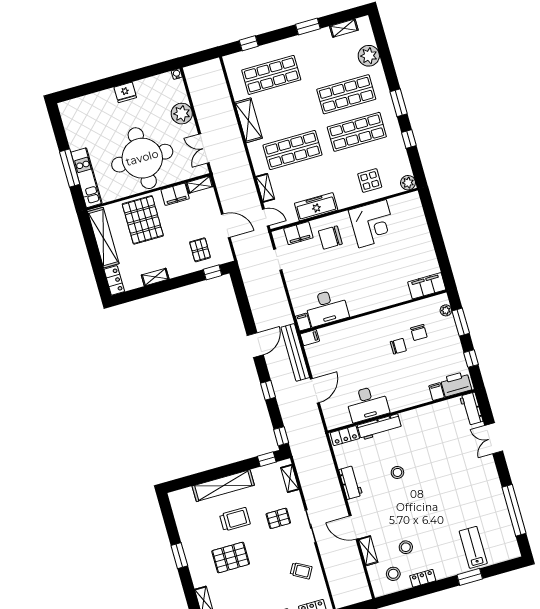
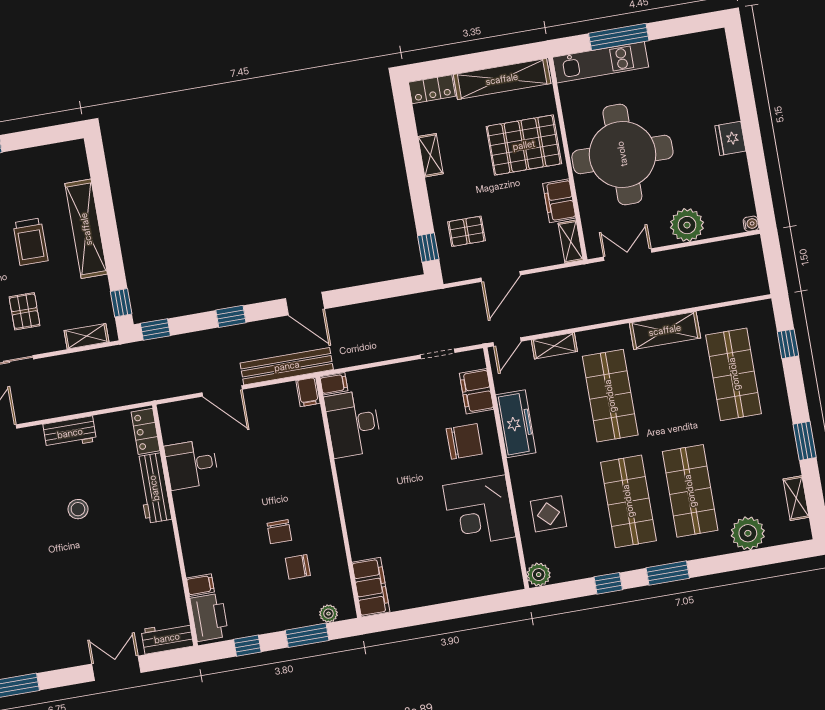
chair: (330, 238) -> (464, 441), turned 90
desk: (367, 404) -> (192, 464), width x0.73

